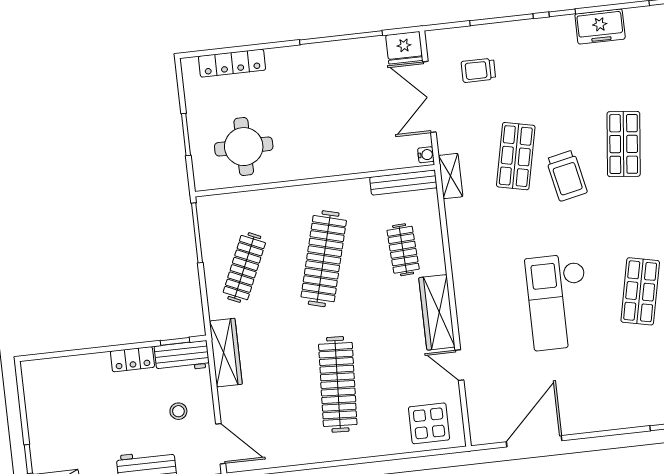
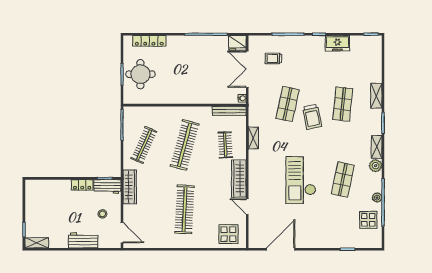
round table: (244, 147) -> (140, 74), moved
shelving: (451, 176) -> (253, 138), moved

